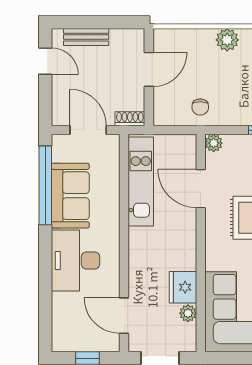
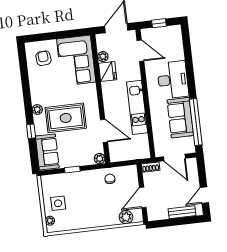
plant: (227, 40) -> (126, 217), moved
door: (45, 61) -> (204, 195), hinge flipped
kitchen unit: (141, 182) -> (137, 107), moved

